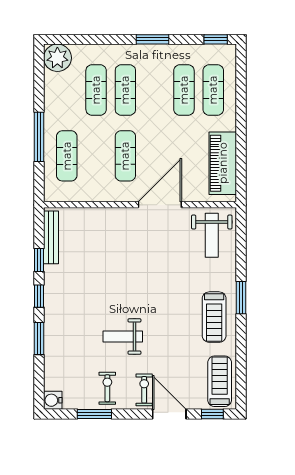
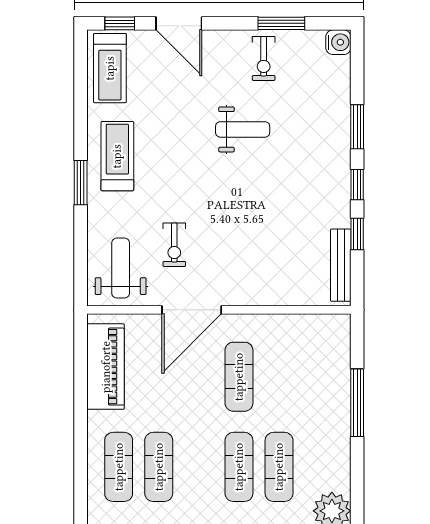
exercise mat: (67, 156) -> (319, 377), removed
exercise bike: (144, 390) -> (174, 245), moved

